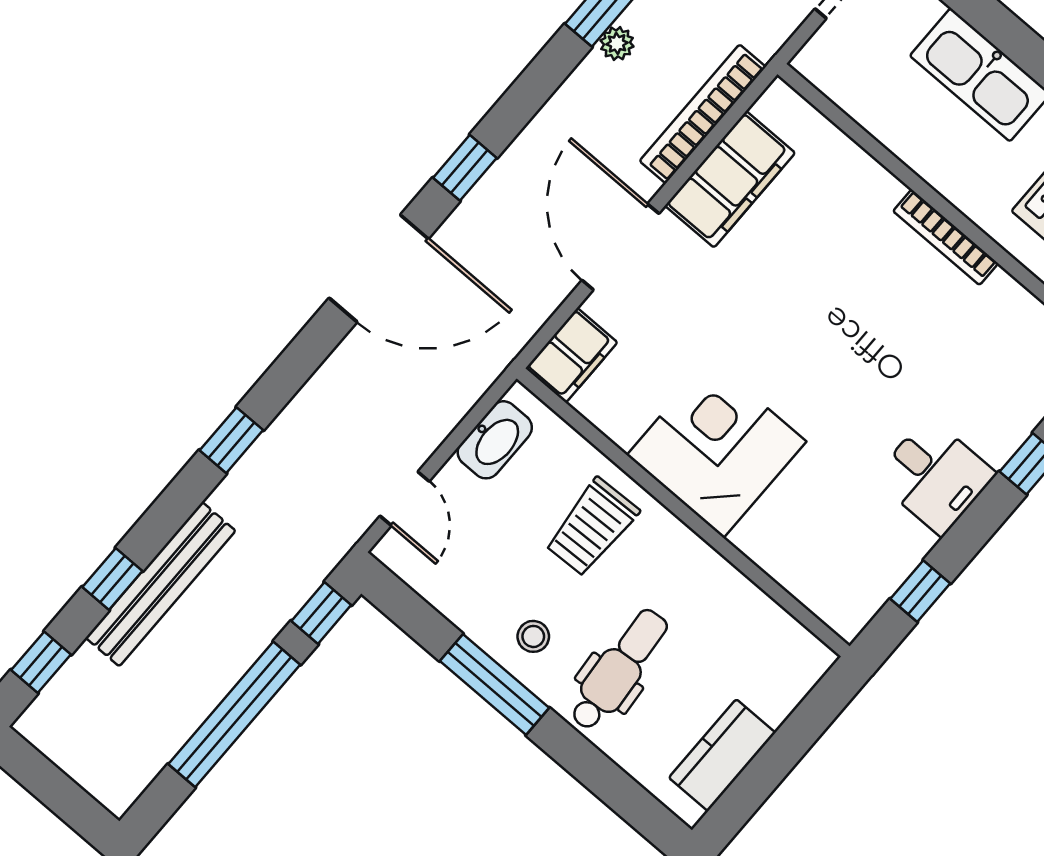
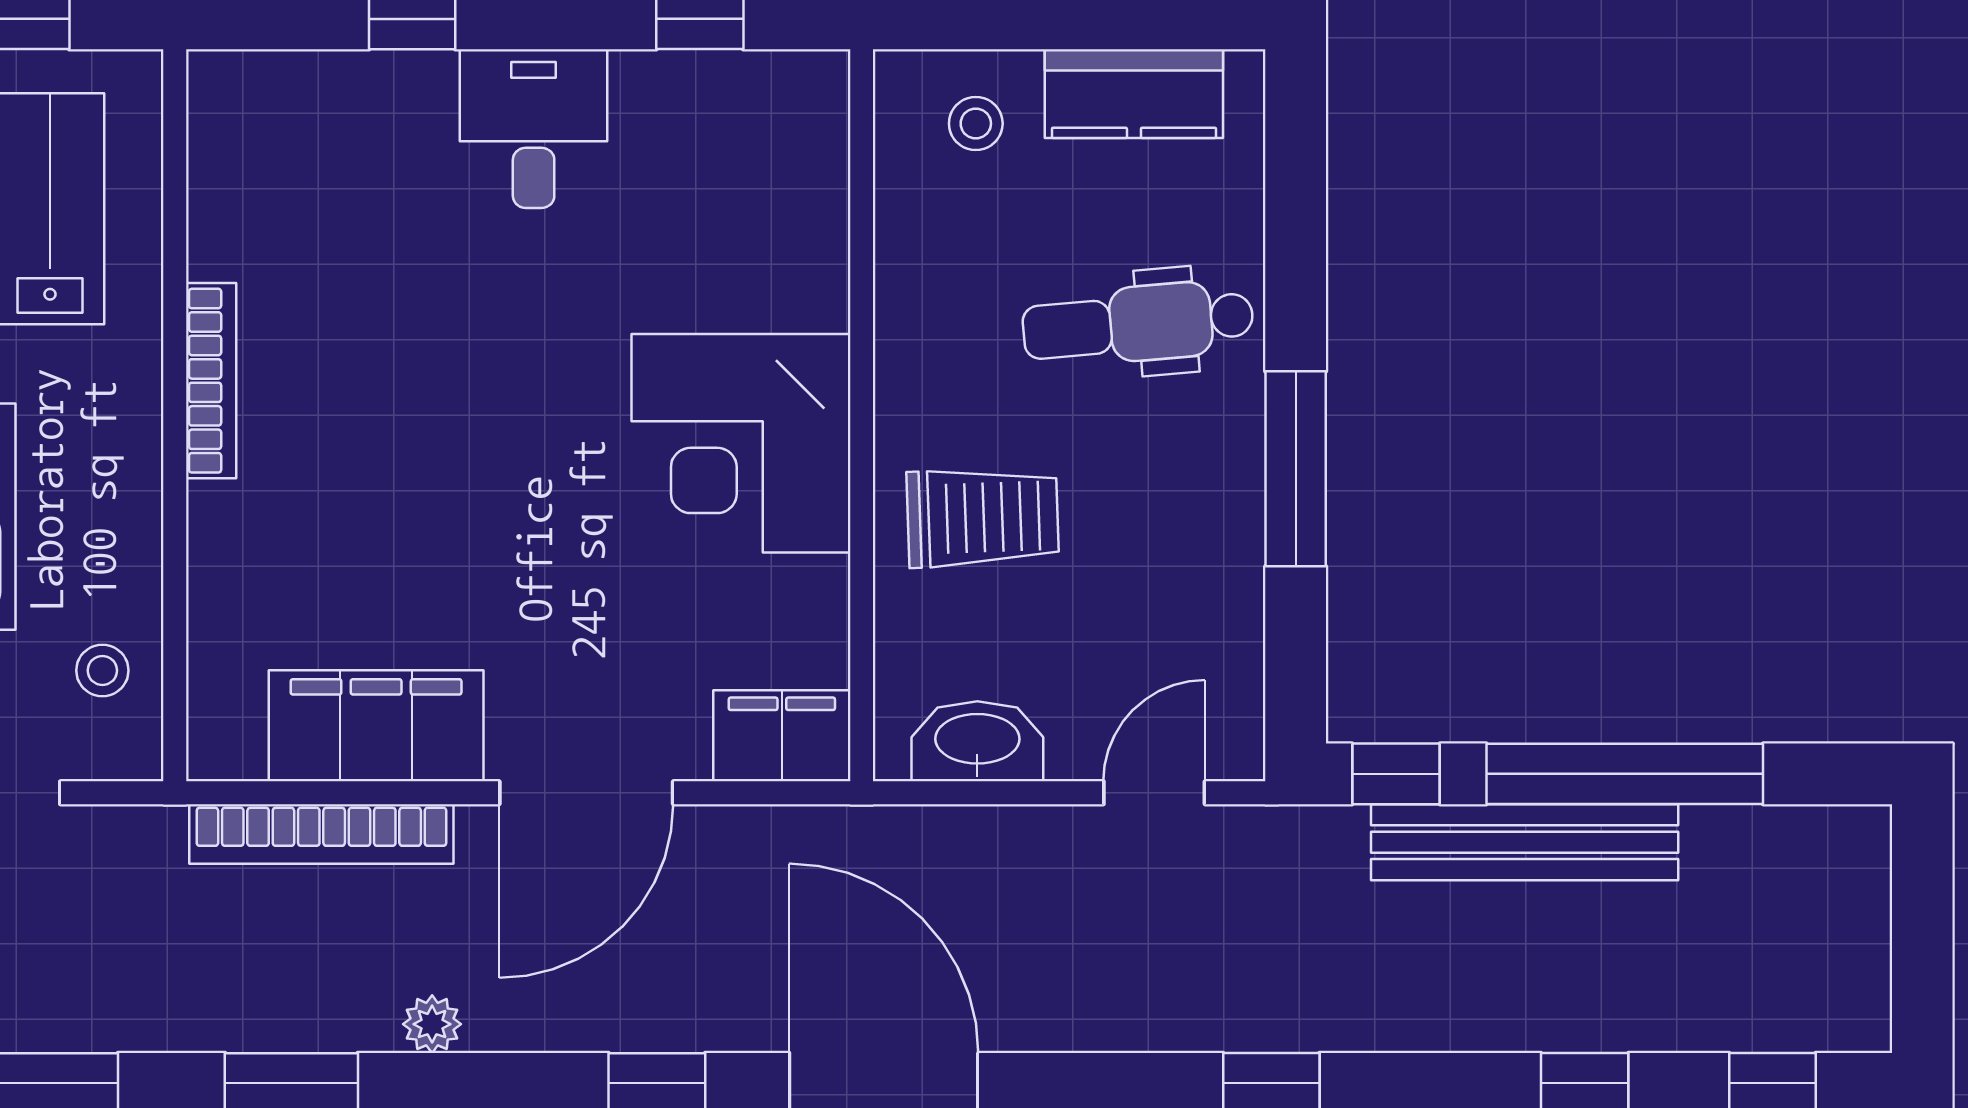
plant: (617, 43) -> (432, 1024), moved
stool: (858, 79) -> (102, 670), added
bench: (161, 584) -> (1525, 842), moved
stool: (533, 636) -> (976, 124), moved

